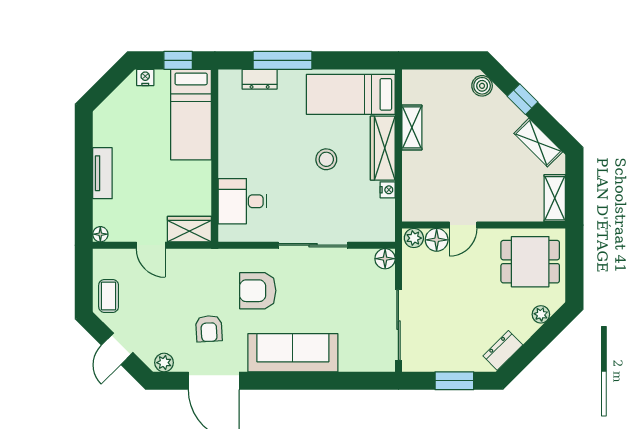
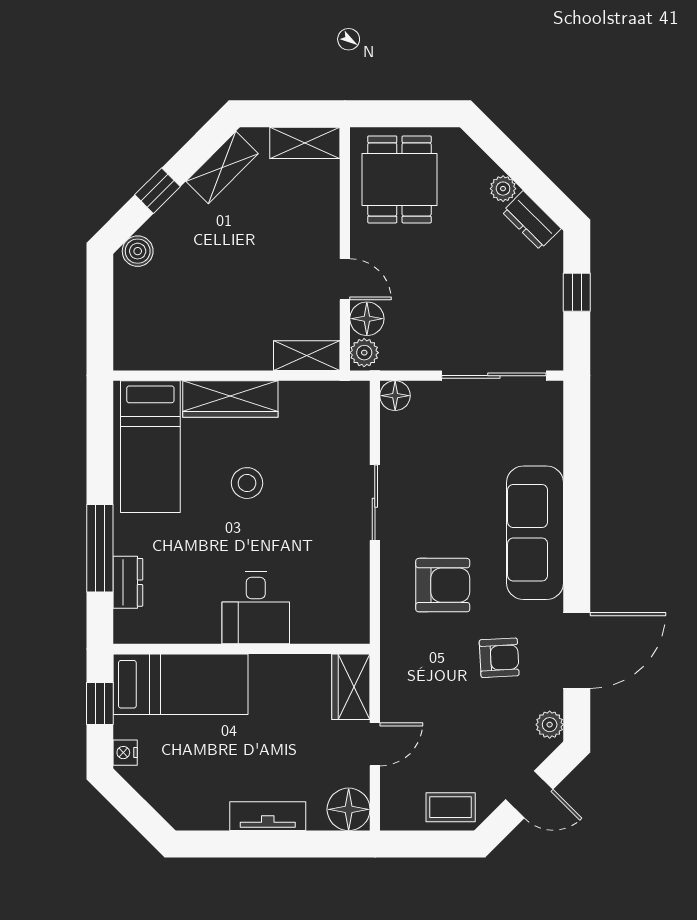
shelving: (412, 127) -> (307, 356), moved
nightstand: (388, 190) -> (292, 392), removed
desk: (243, 201) -> (256, 608), moved
floor lamp: (100, 234) -> (349, 809), width x1.89, depth x1.89
sliding door: (313, 245) -> (375, 503), width x0.73
armchair: (258, 291) -> (443, 585), turned -90
plant: (541, 314) -> (503, 189), moved
window: (454, 381) -> (577, 292), width x0.67

